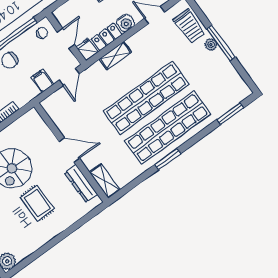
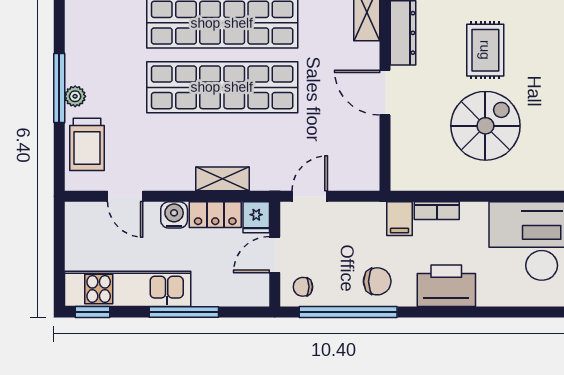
trolley: (189, 26) -> (87, 144), turned 180
filing cabinet: (42, 81) -> (399, 219), moved

